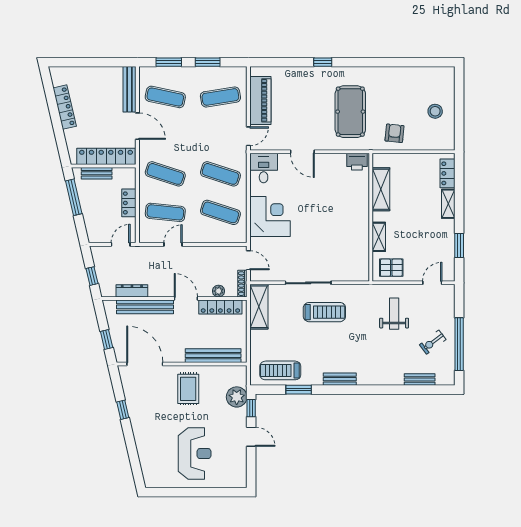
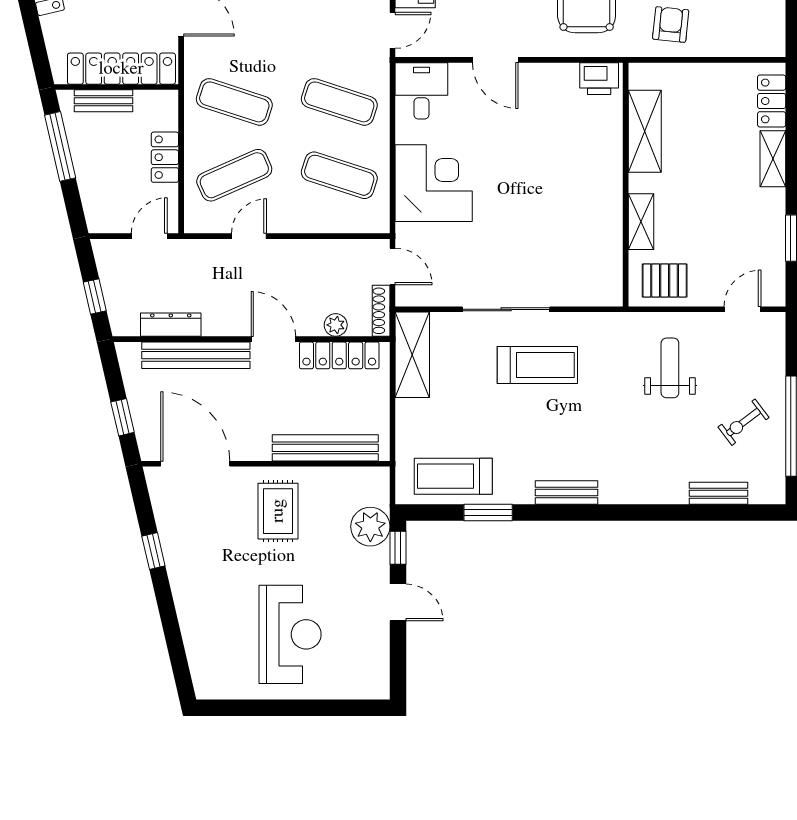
exercise mat: (165, 212) -> (234, 175), turned -30

